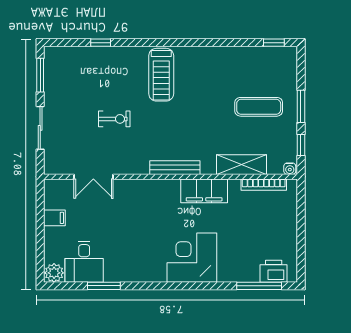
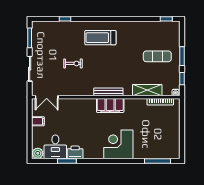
treadmill: (161, 75) -> (100, 38), turned 90
double door: (93, 177) -> (47, 97), moved
filing cabinet: (204, 191) -> (110, 105), moved
printer: (274, 271) -> (75, 152), moved

